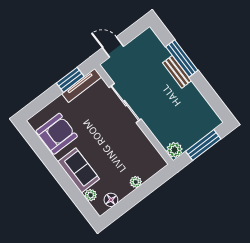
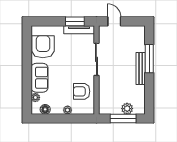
bench: (177, 72) -> (141, 69), width x1.36
armchair: (57, 134) -> (43, 47), turned -90
armchair: (136, 150) -> (82, 91), added
plant: (174, 150) -> (127, 109), moved

